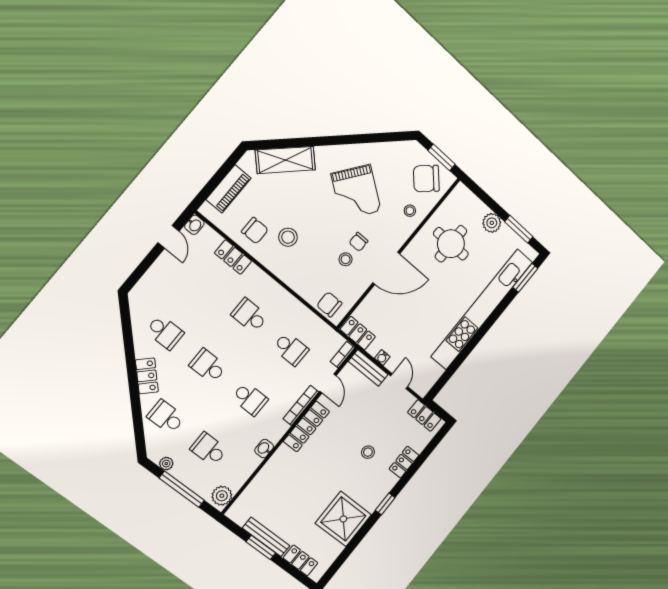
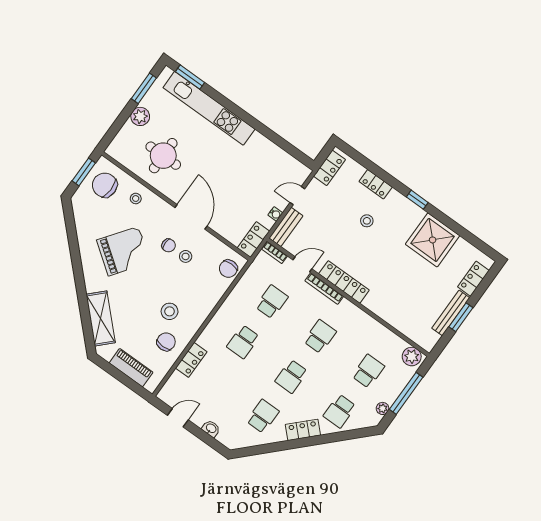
chair: (426, 179) -> (105, 185), turned 134
washbasin: (194, 225) -> (211, 429), moved
kitchen unit: (482, 309) -> (209, 108), width x0.73
school desk: (209, 449) -> (368, 371), turned 180
washbasin: (264, 449) -> (366, 320), removed

